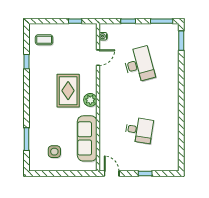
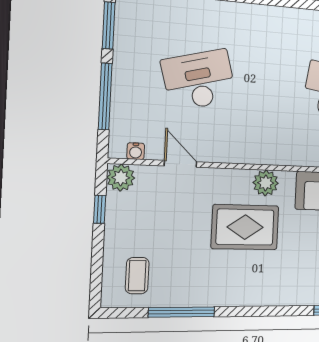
window: (128, 21) -> (105, 96), width x2.17
plant: (90, 30) -> (121, 178), added
window: (26, 62) -> (182, 312), width x2.17

